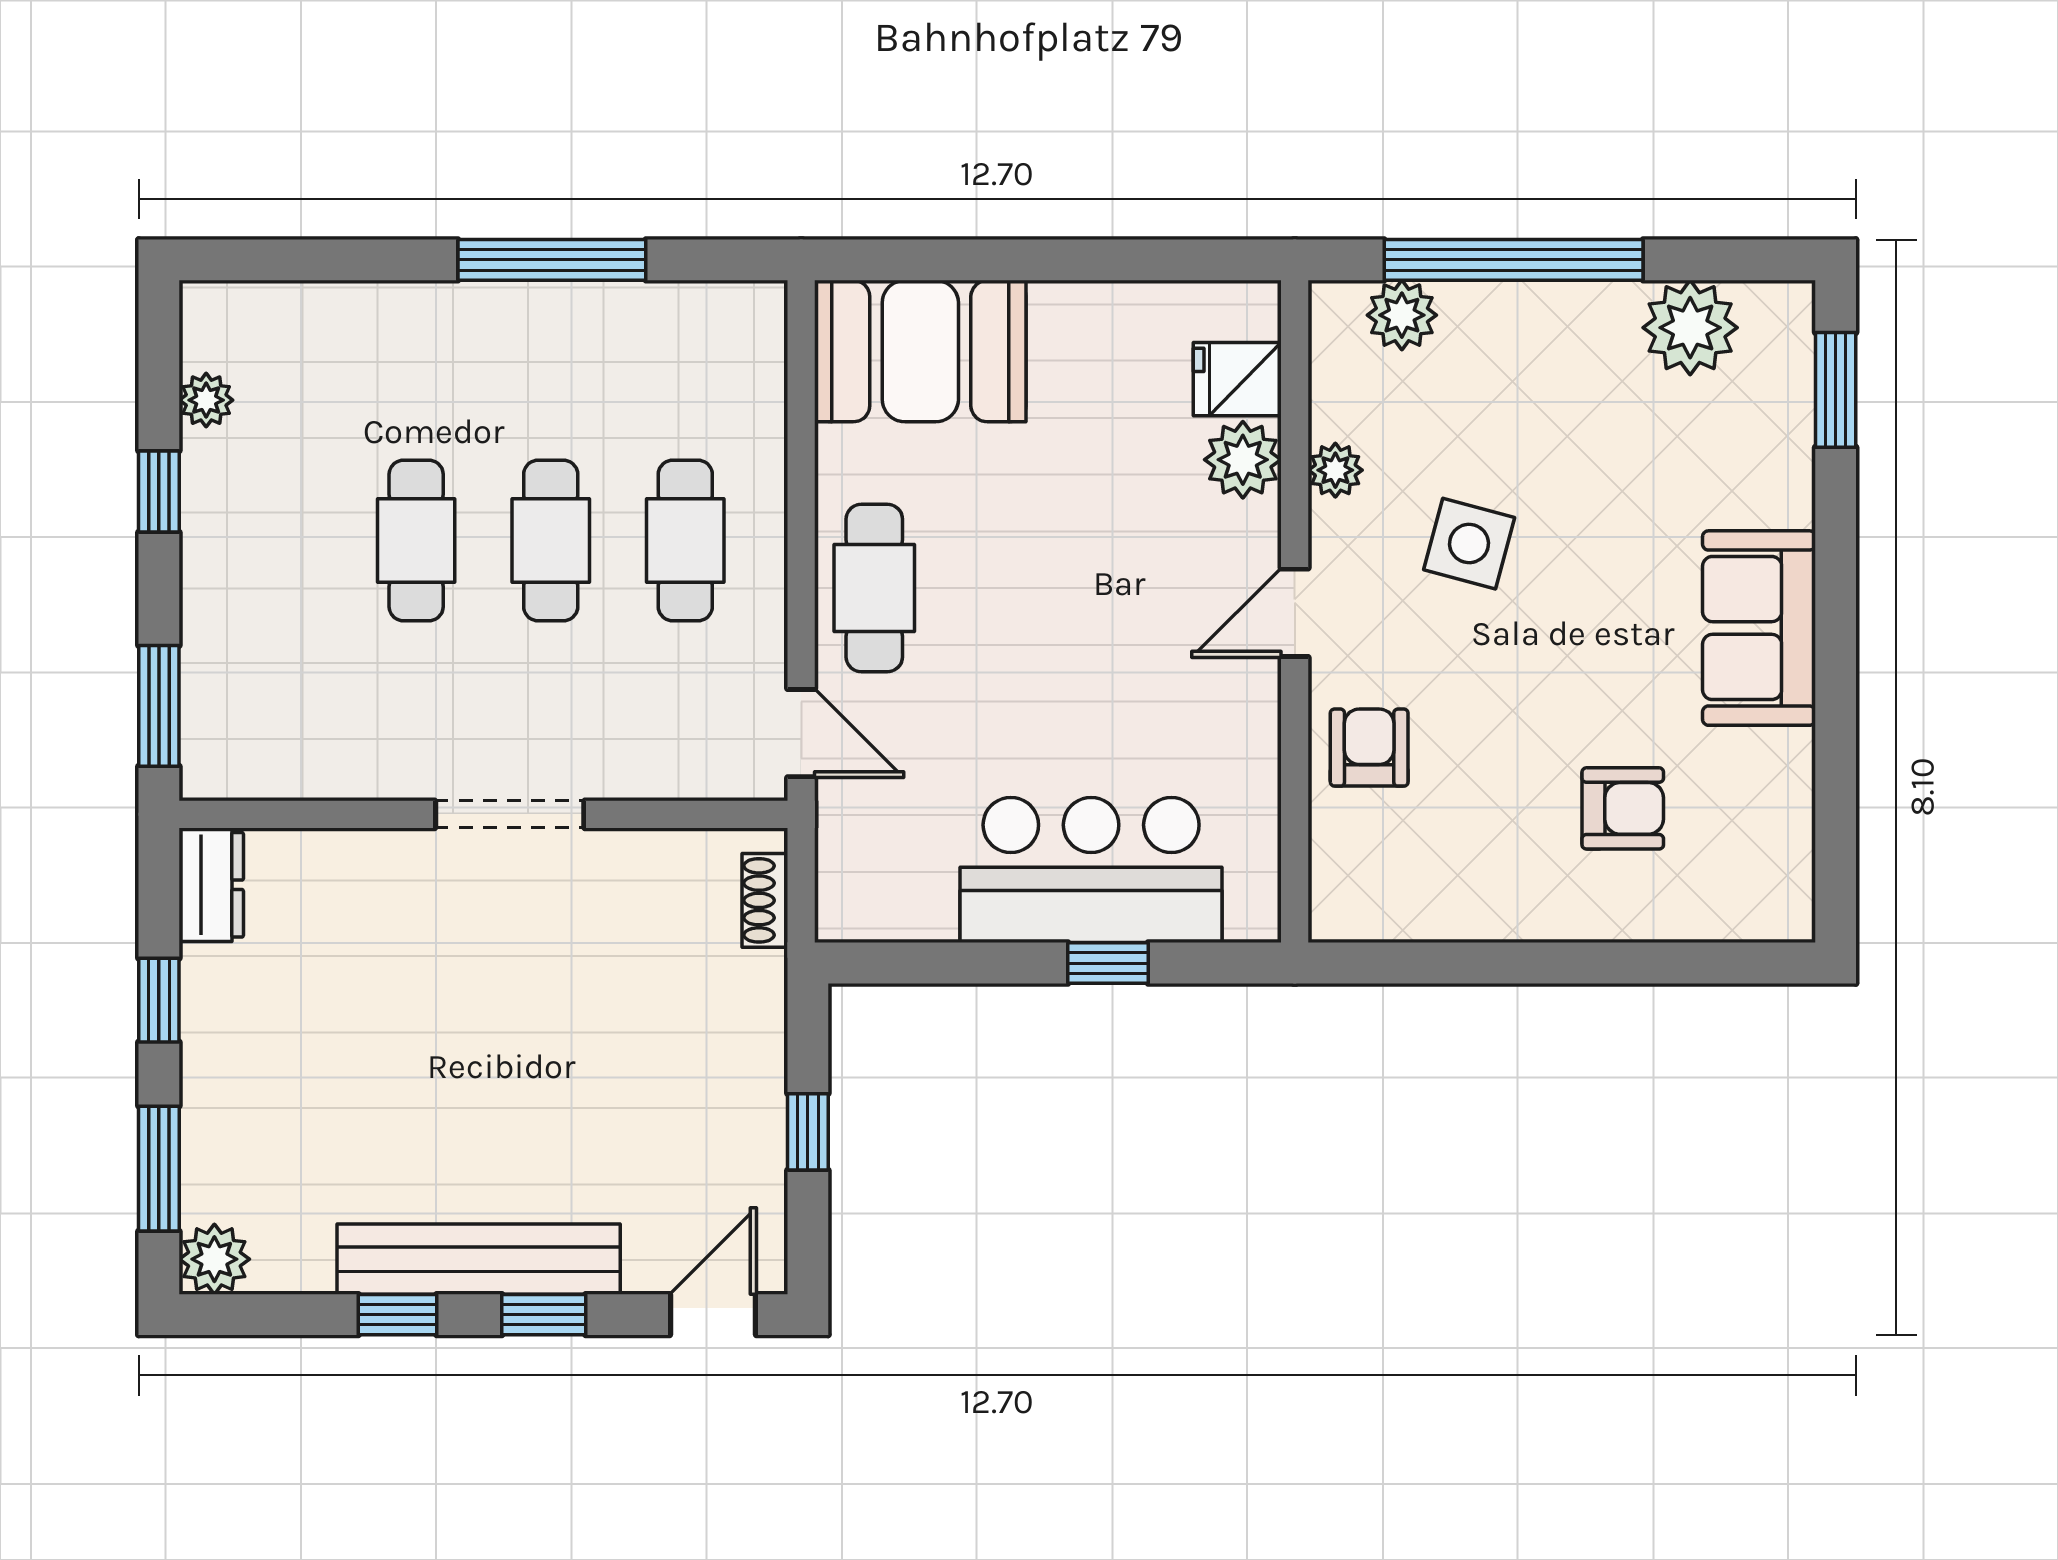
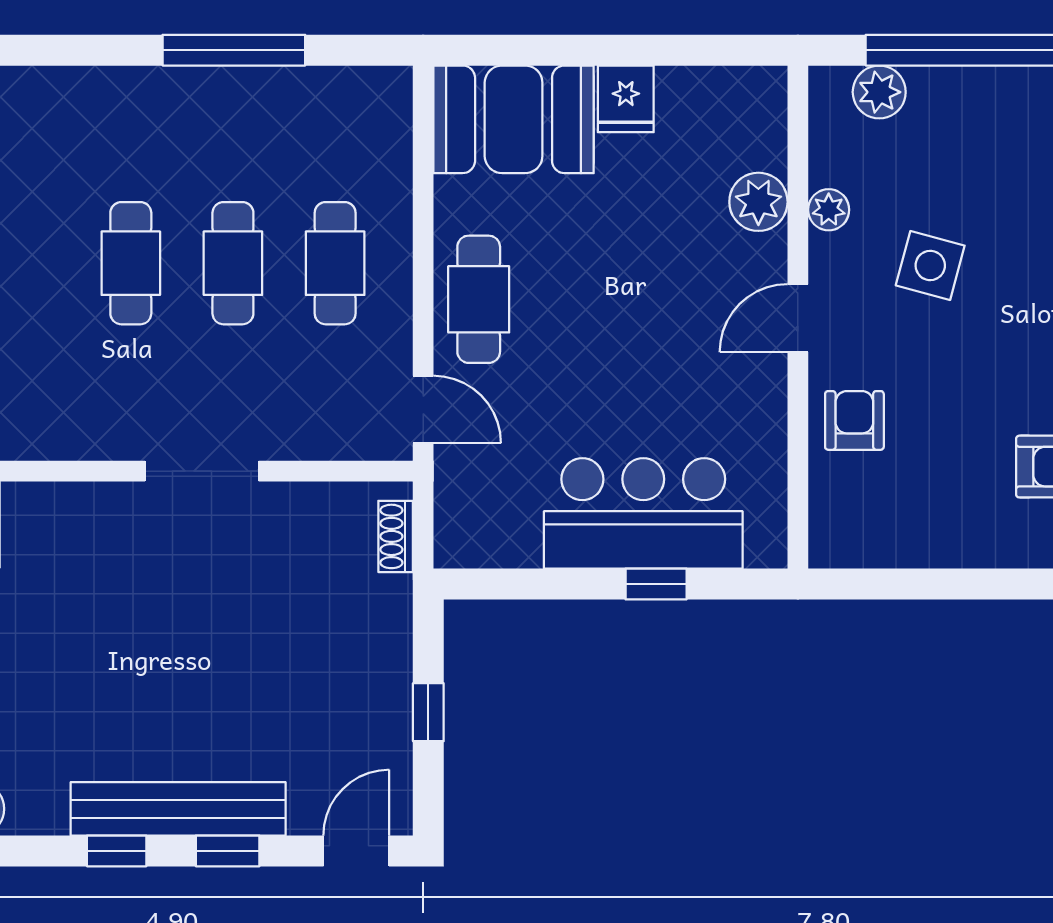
fridge: (1237, 379) -> (626, 99), moved, turned -90

